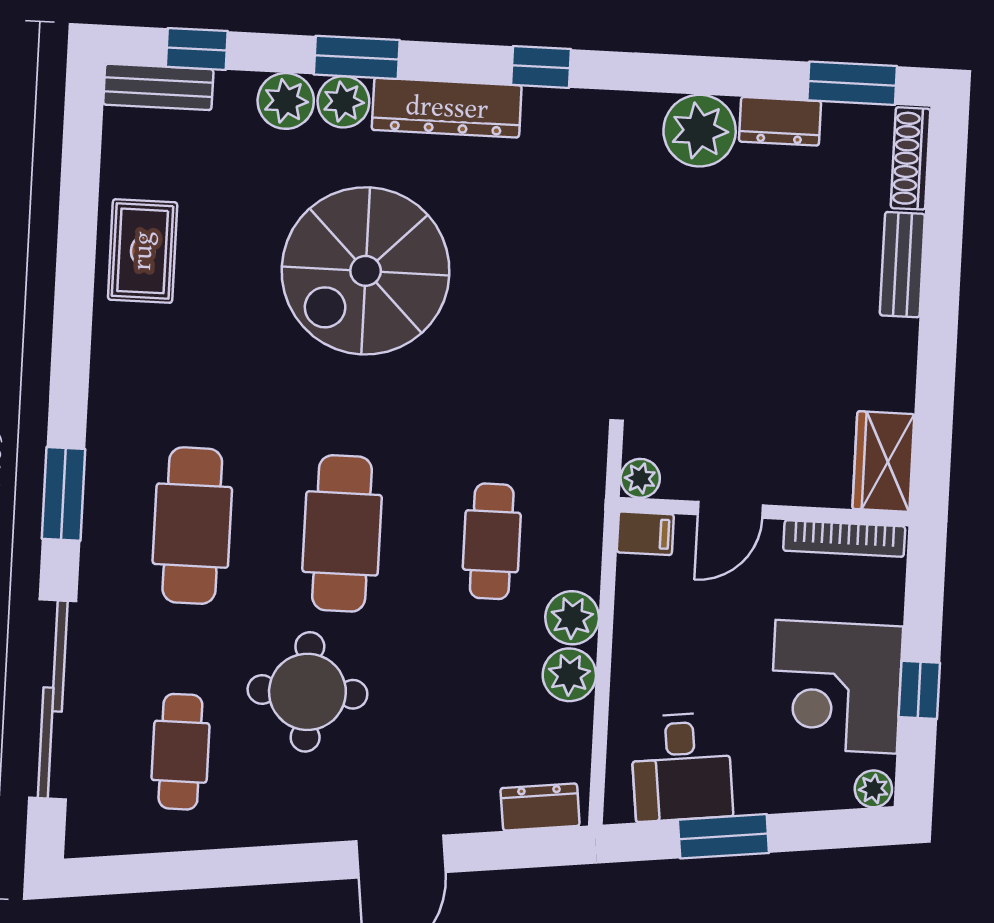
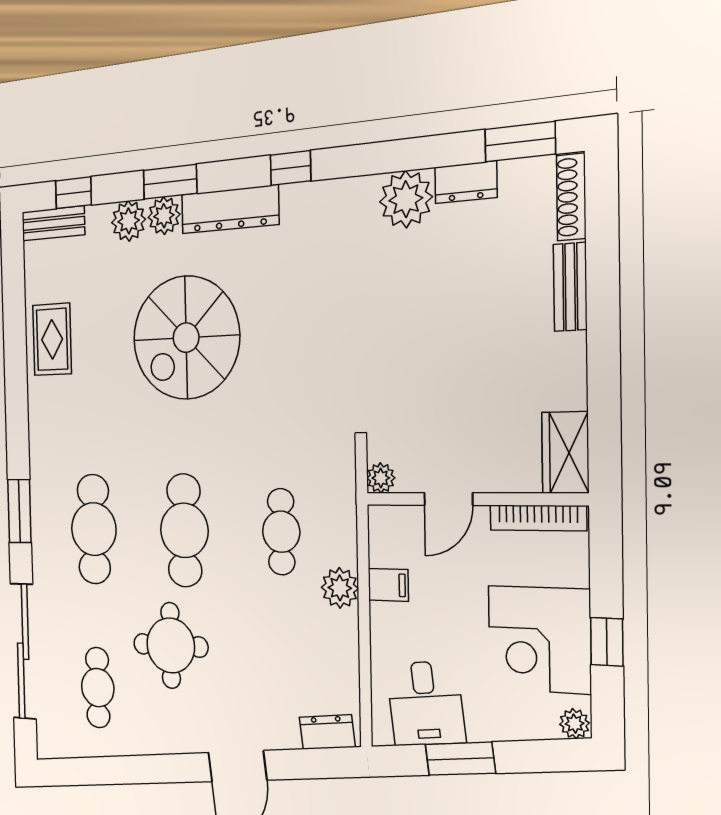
filing cabinet: (645, 533) -> (388, 585), moved
plant: (569, 675) -> (341, 632), removed

